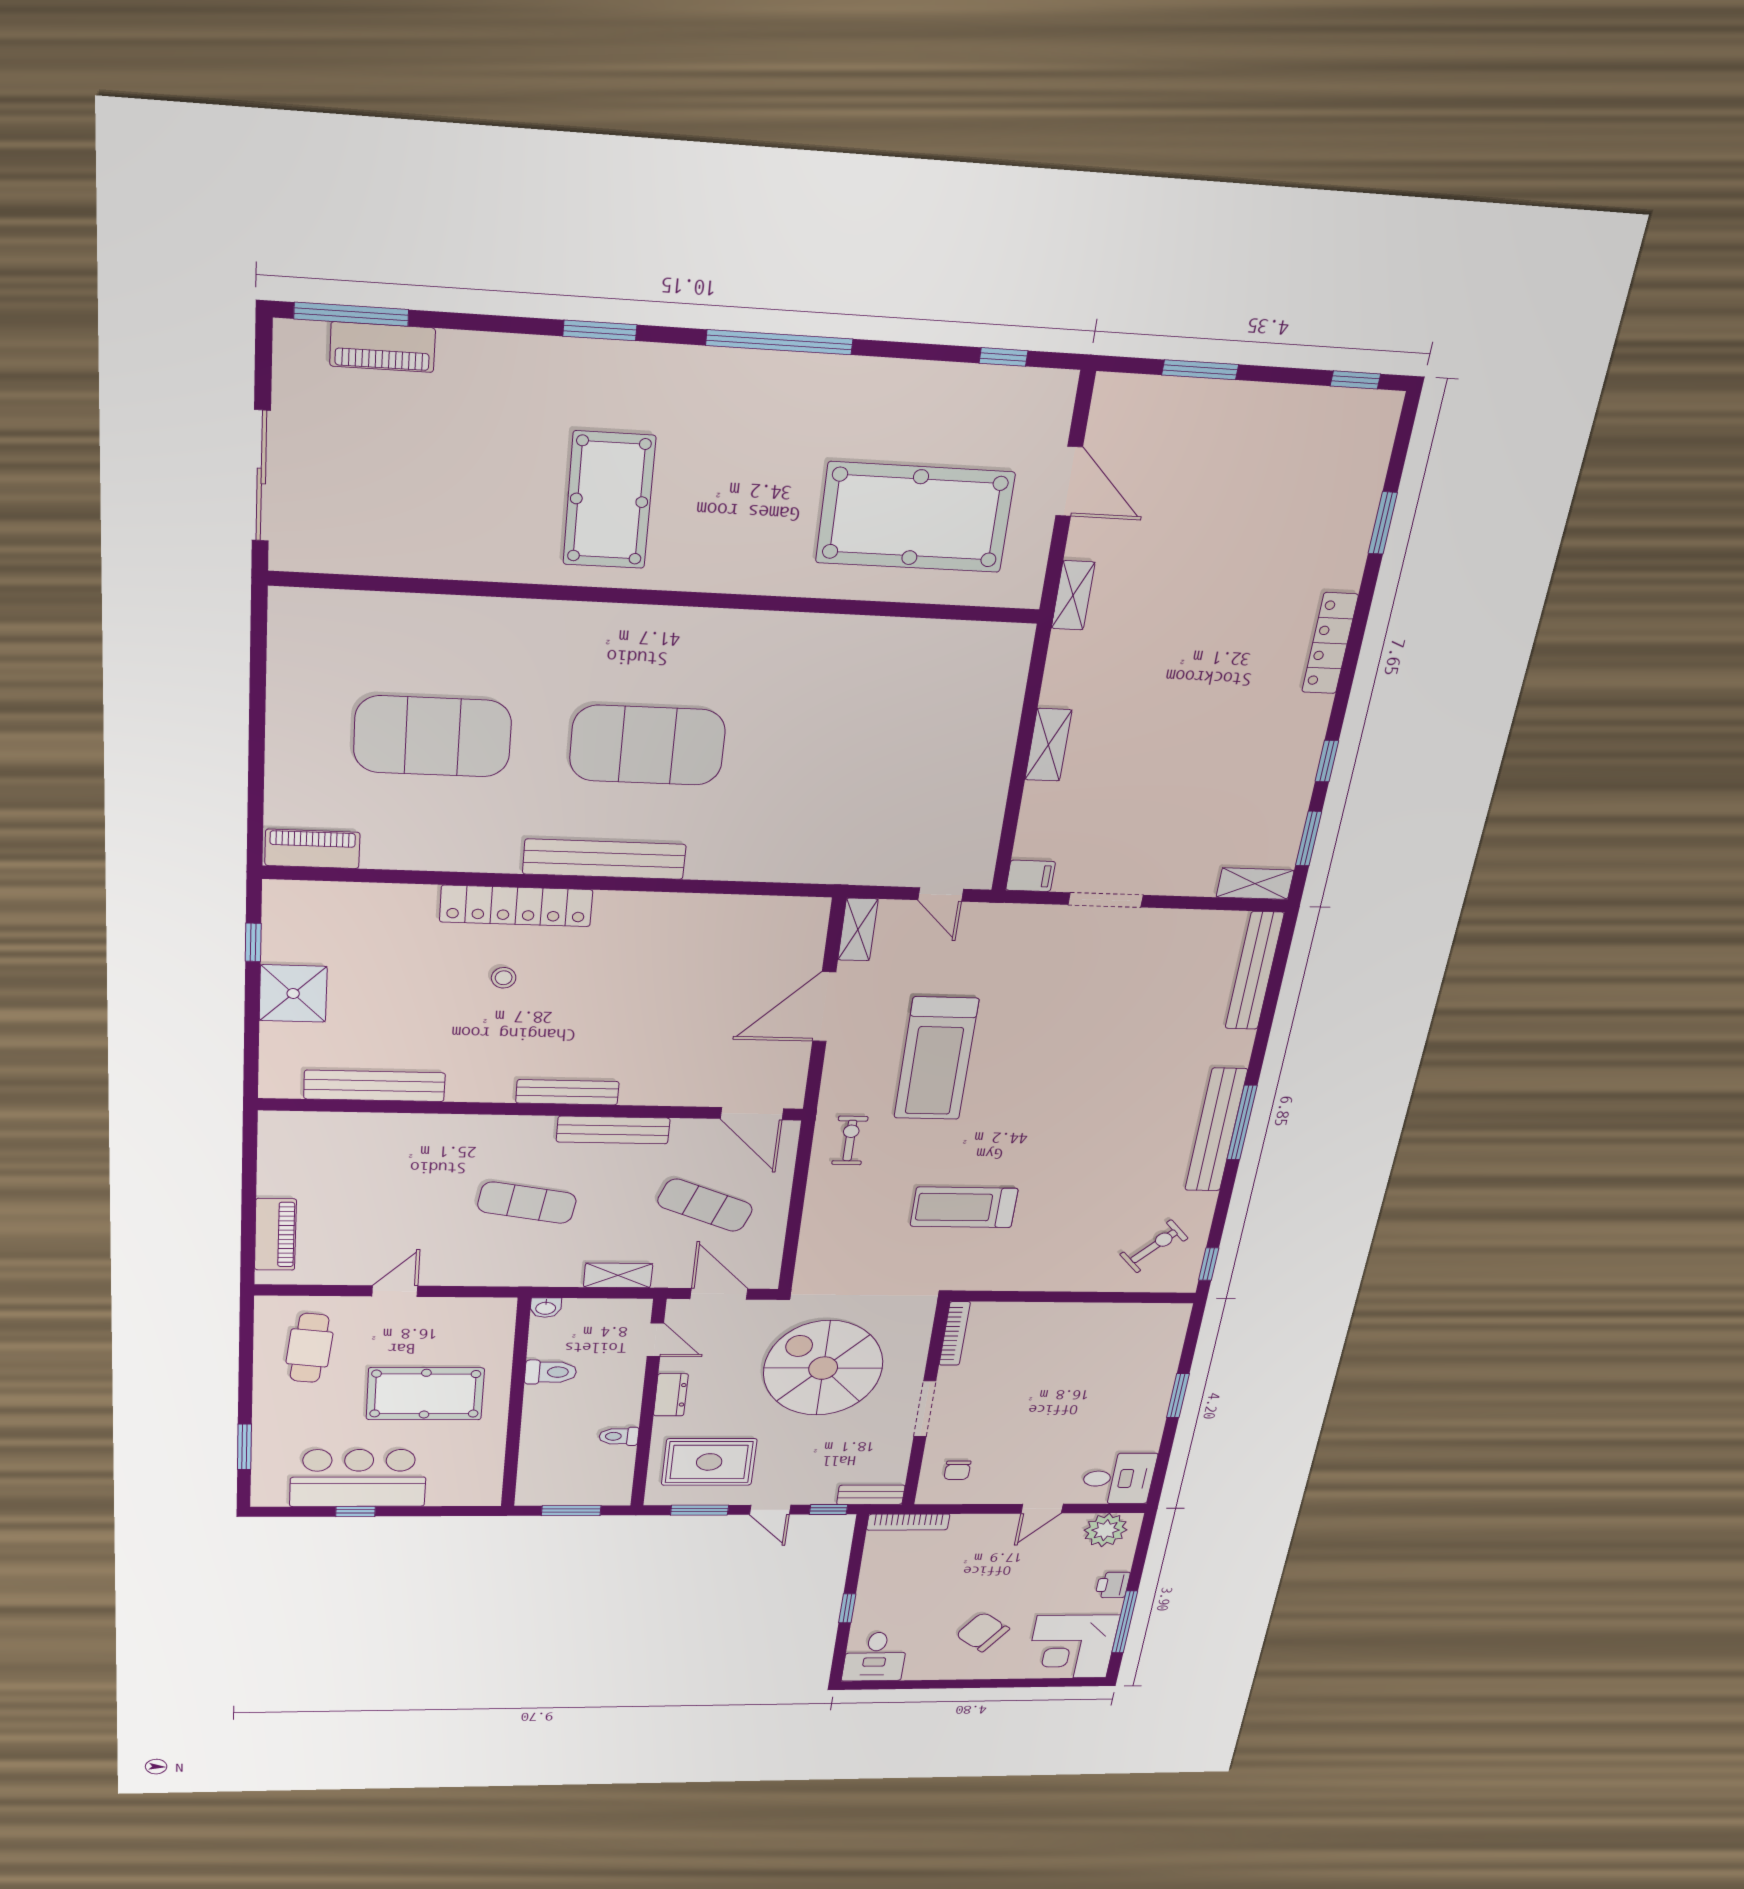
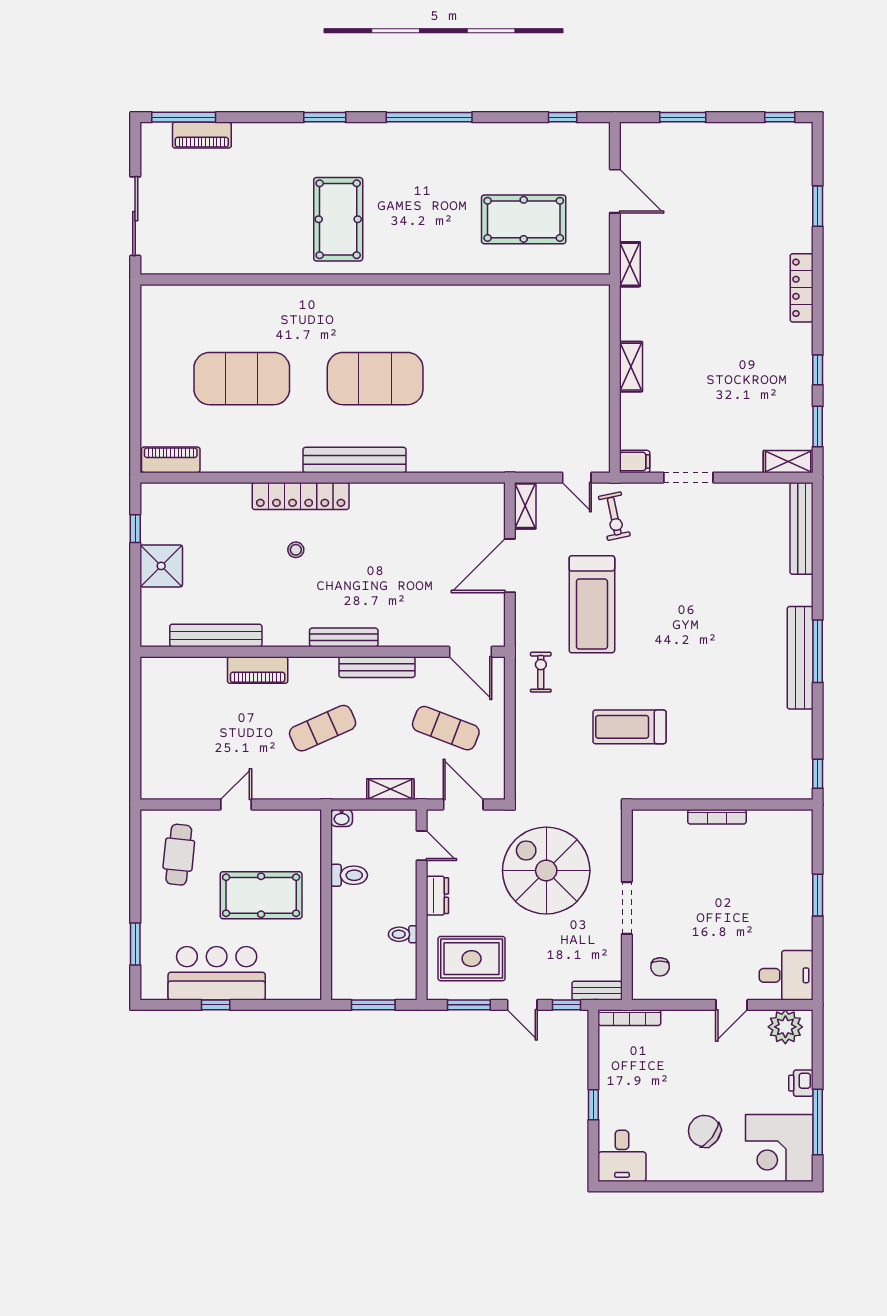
pool table: (915, 517) -> (524, 219), width x0.73, depth x0.76
exercise mat: (527, 1203) -> (323, 728), turned -33
piano: (275, 1234) -> (258, 670), moved, turned 90
exercise bike: (1154, 1246) -> (614, 516), moved, turned 122
bookcase: (955, 1333) -> (717, 817), moved, turned 90

